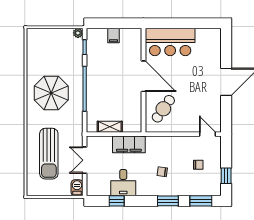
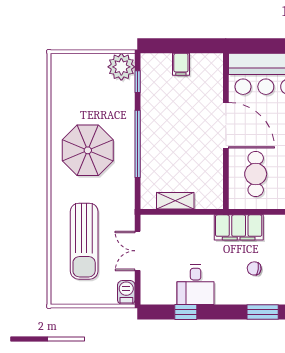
plant: (78, 33) -> (121, 67), width x1.87, depth x1.87
cafe table: (163, 109) -> (256, 174), turned -35
filing cabinet: (129, 144) -> (239, 227), moved

